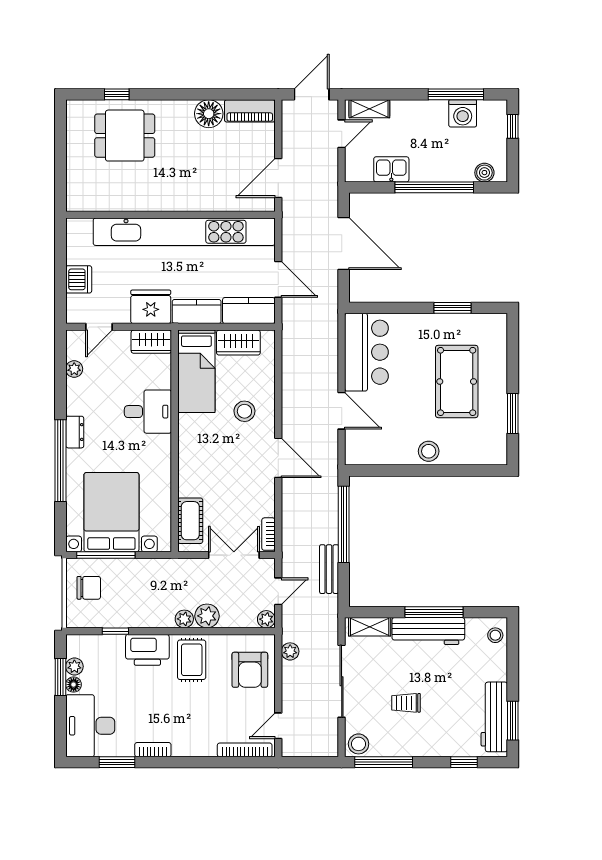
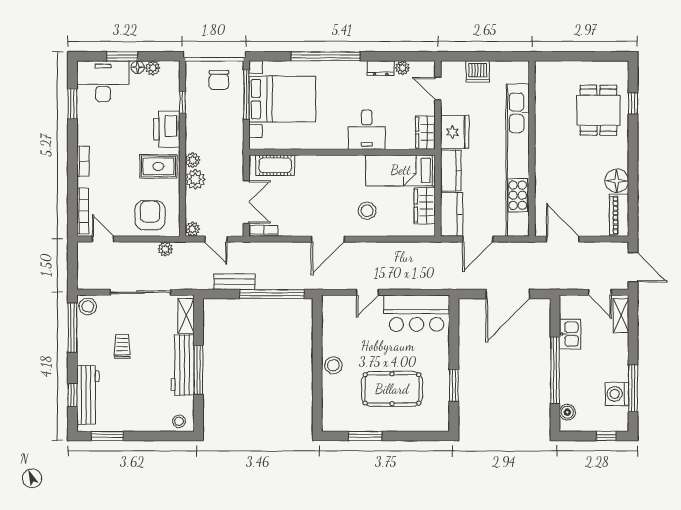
door: (342, 411) -> (367, 292), width x0.73
dresser: (75, 432) -> (381, 68), moved
armchair: (250, 670) -> (150, 215), turned 90
window: (61, 677) -> (122, 56), moved
workbench: (494, 717) -> (88, 395), moved, turned 90
bookcase: (153, 750) -> (83, 161), moved

